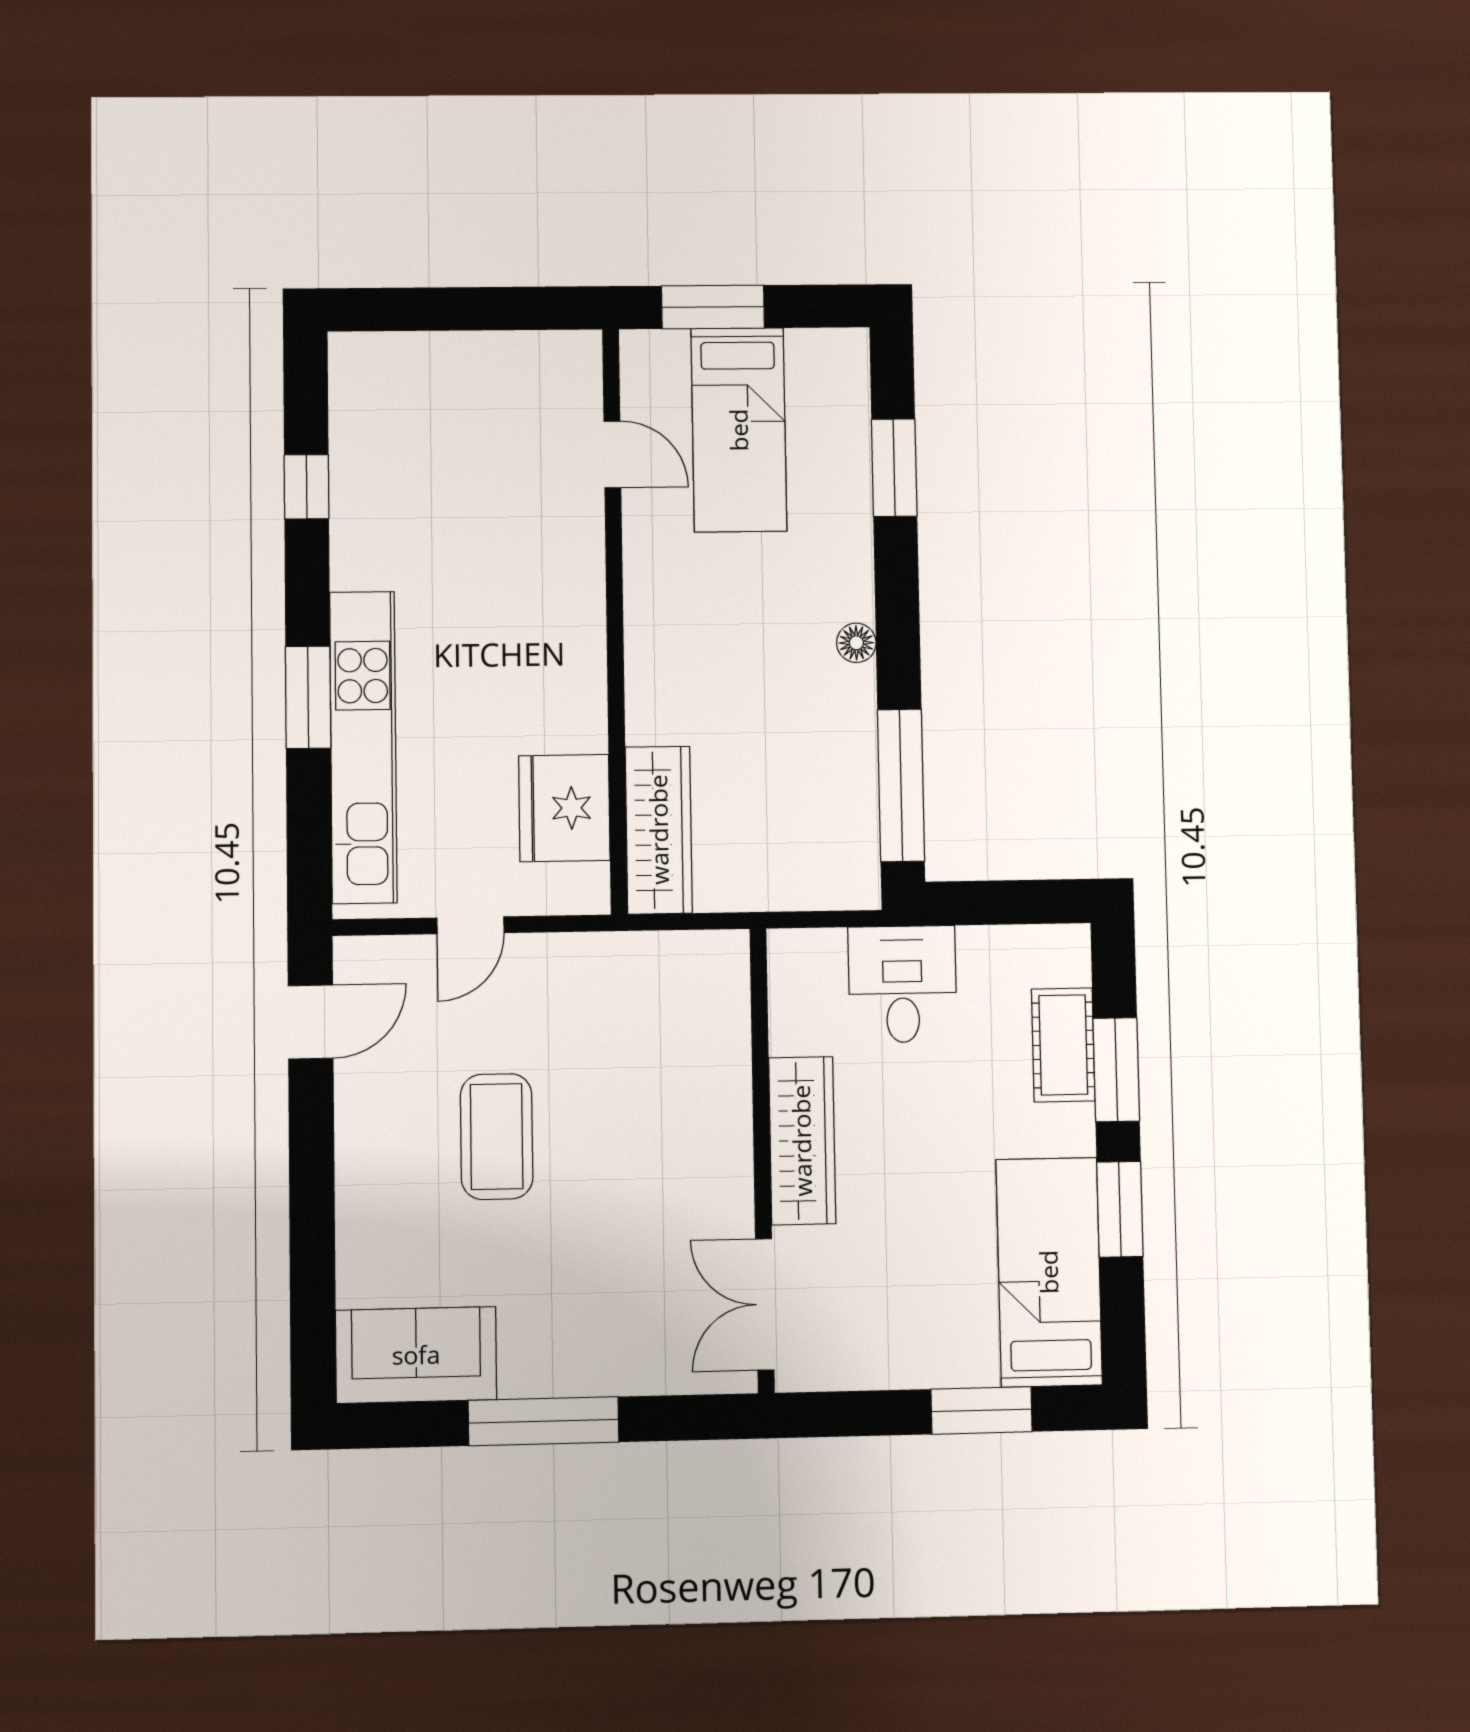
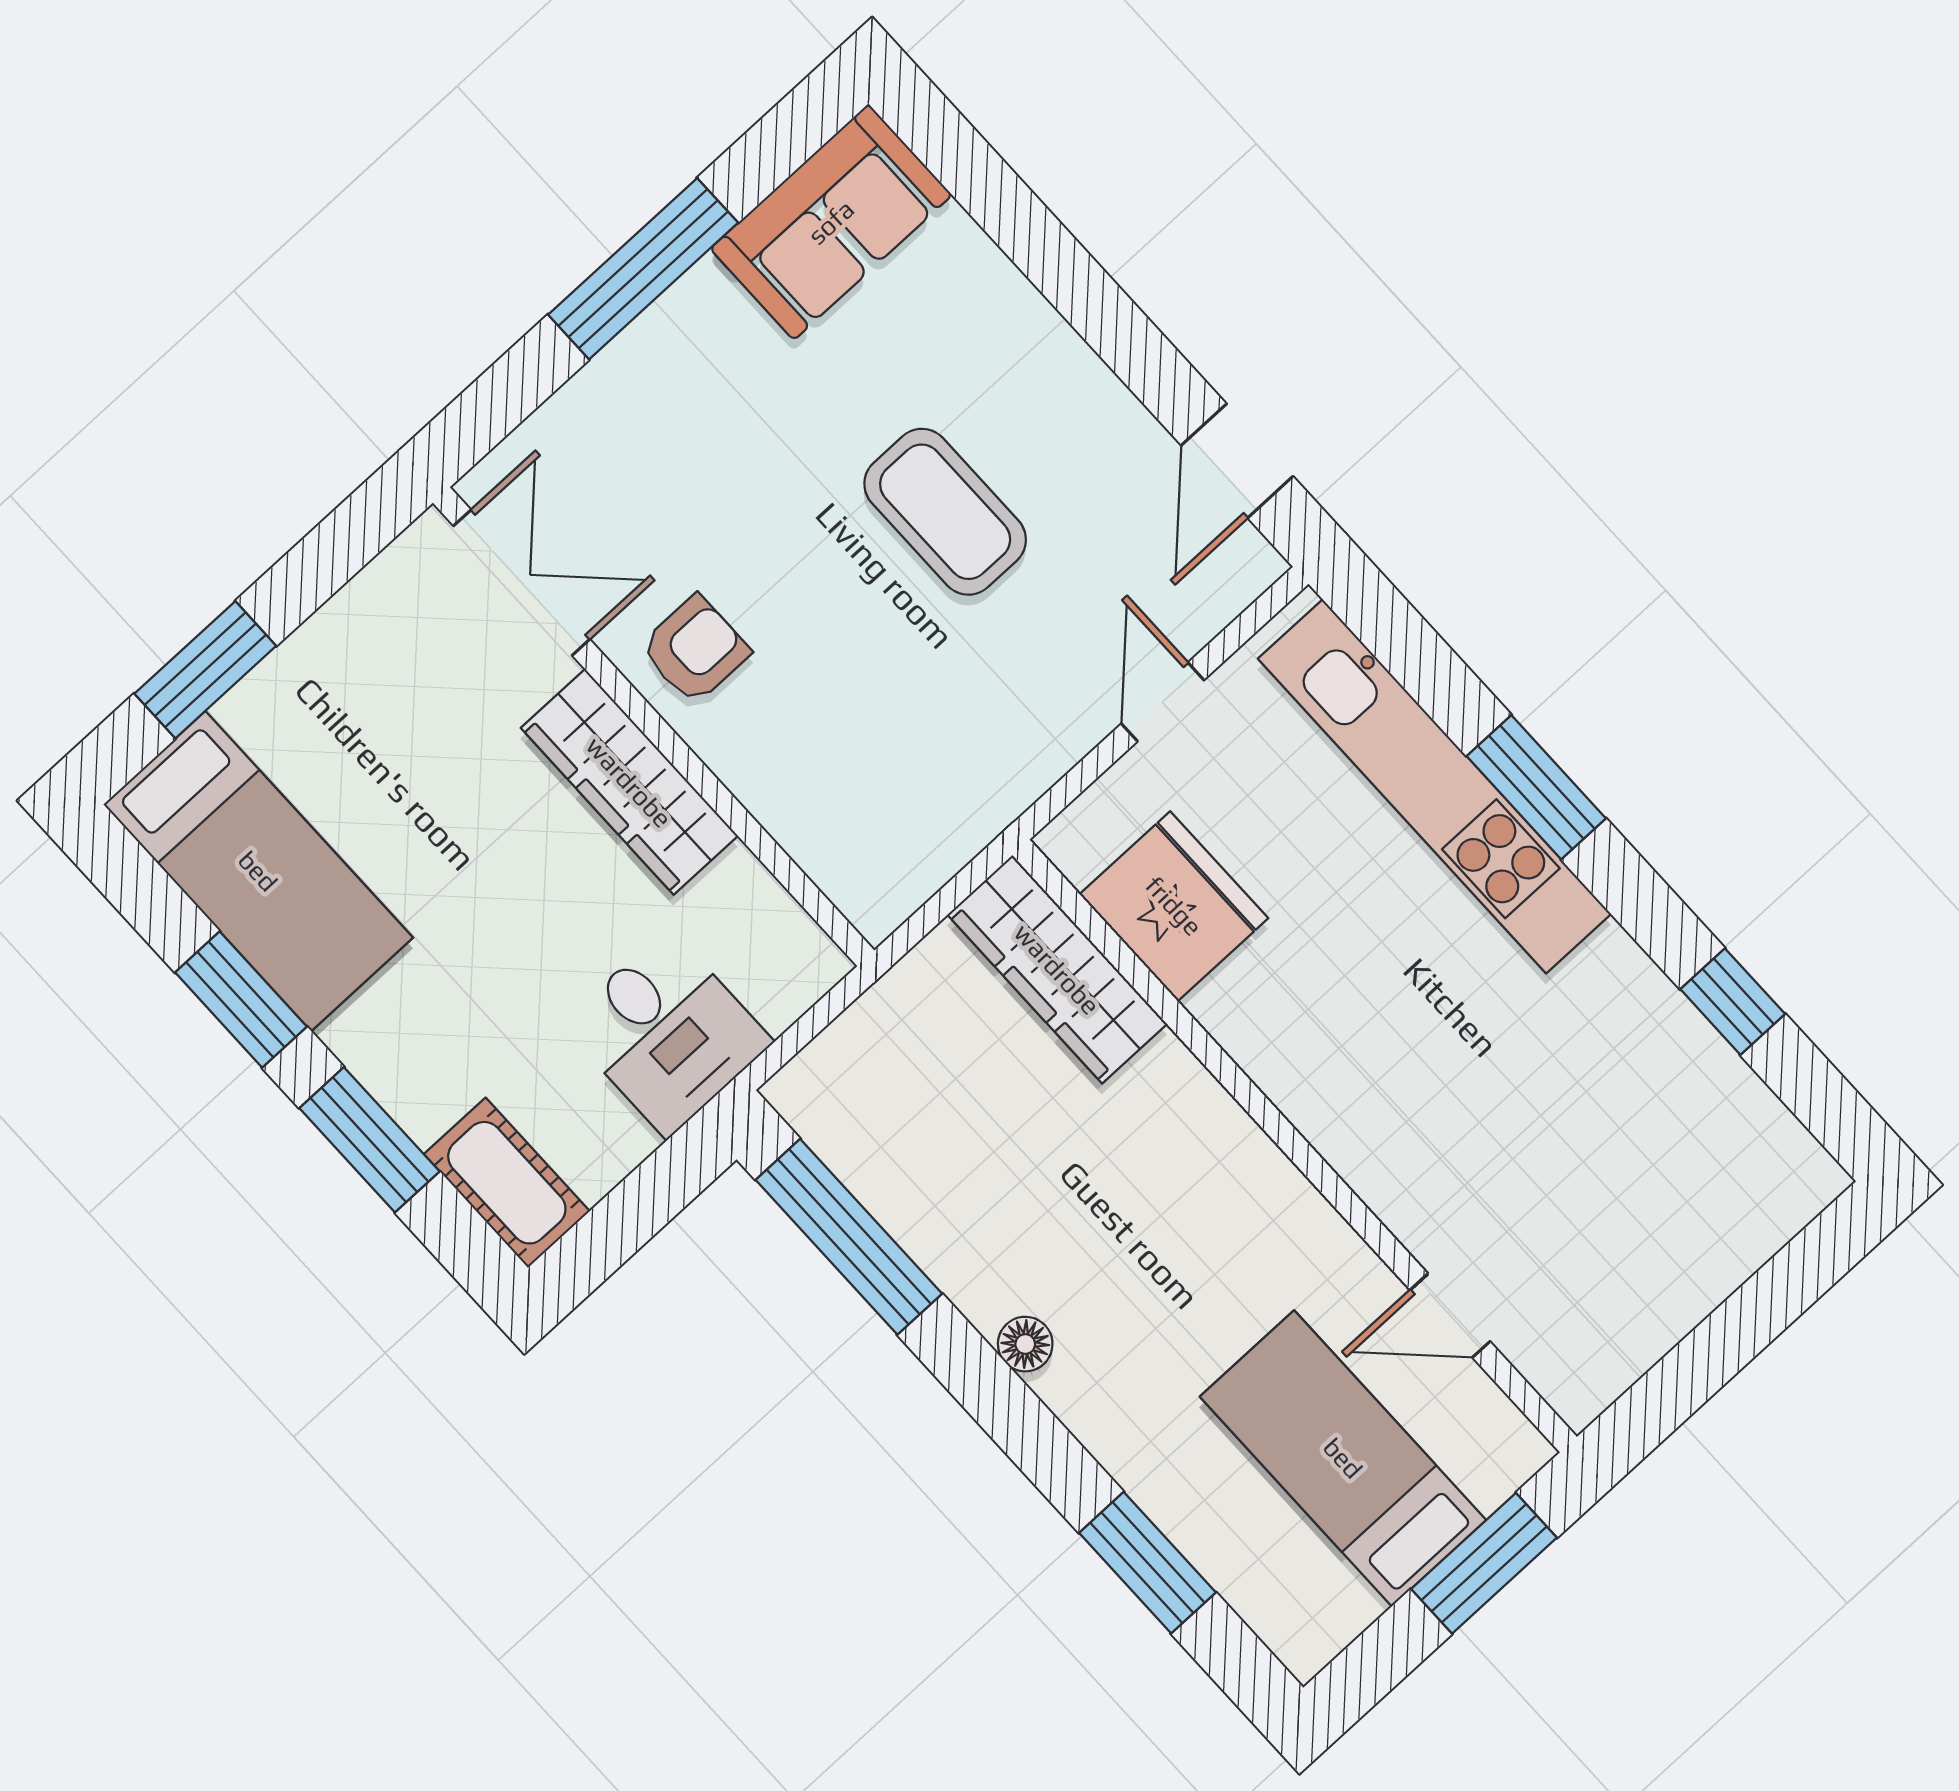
cot: (1063, 1045) -> (507, 1183), moved
armchair: (702, 1182) -> (695, 650), added

